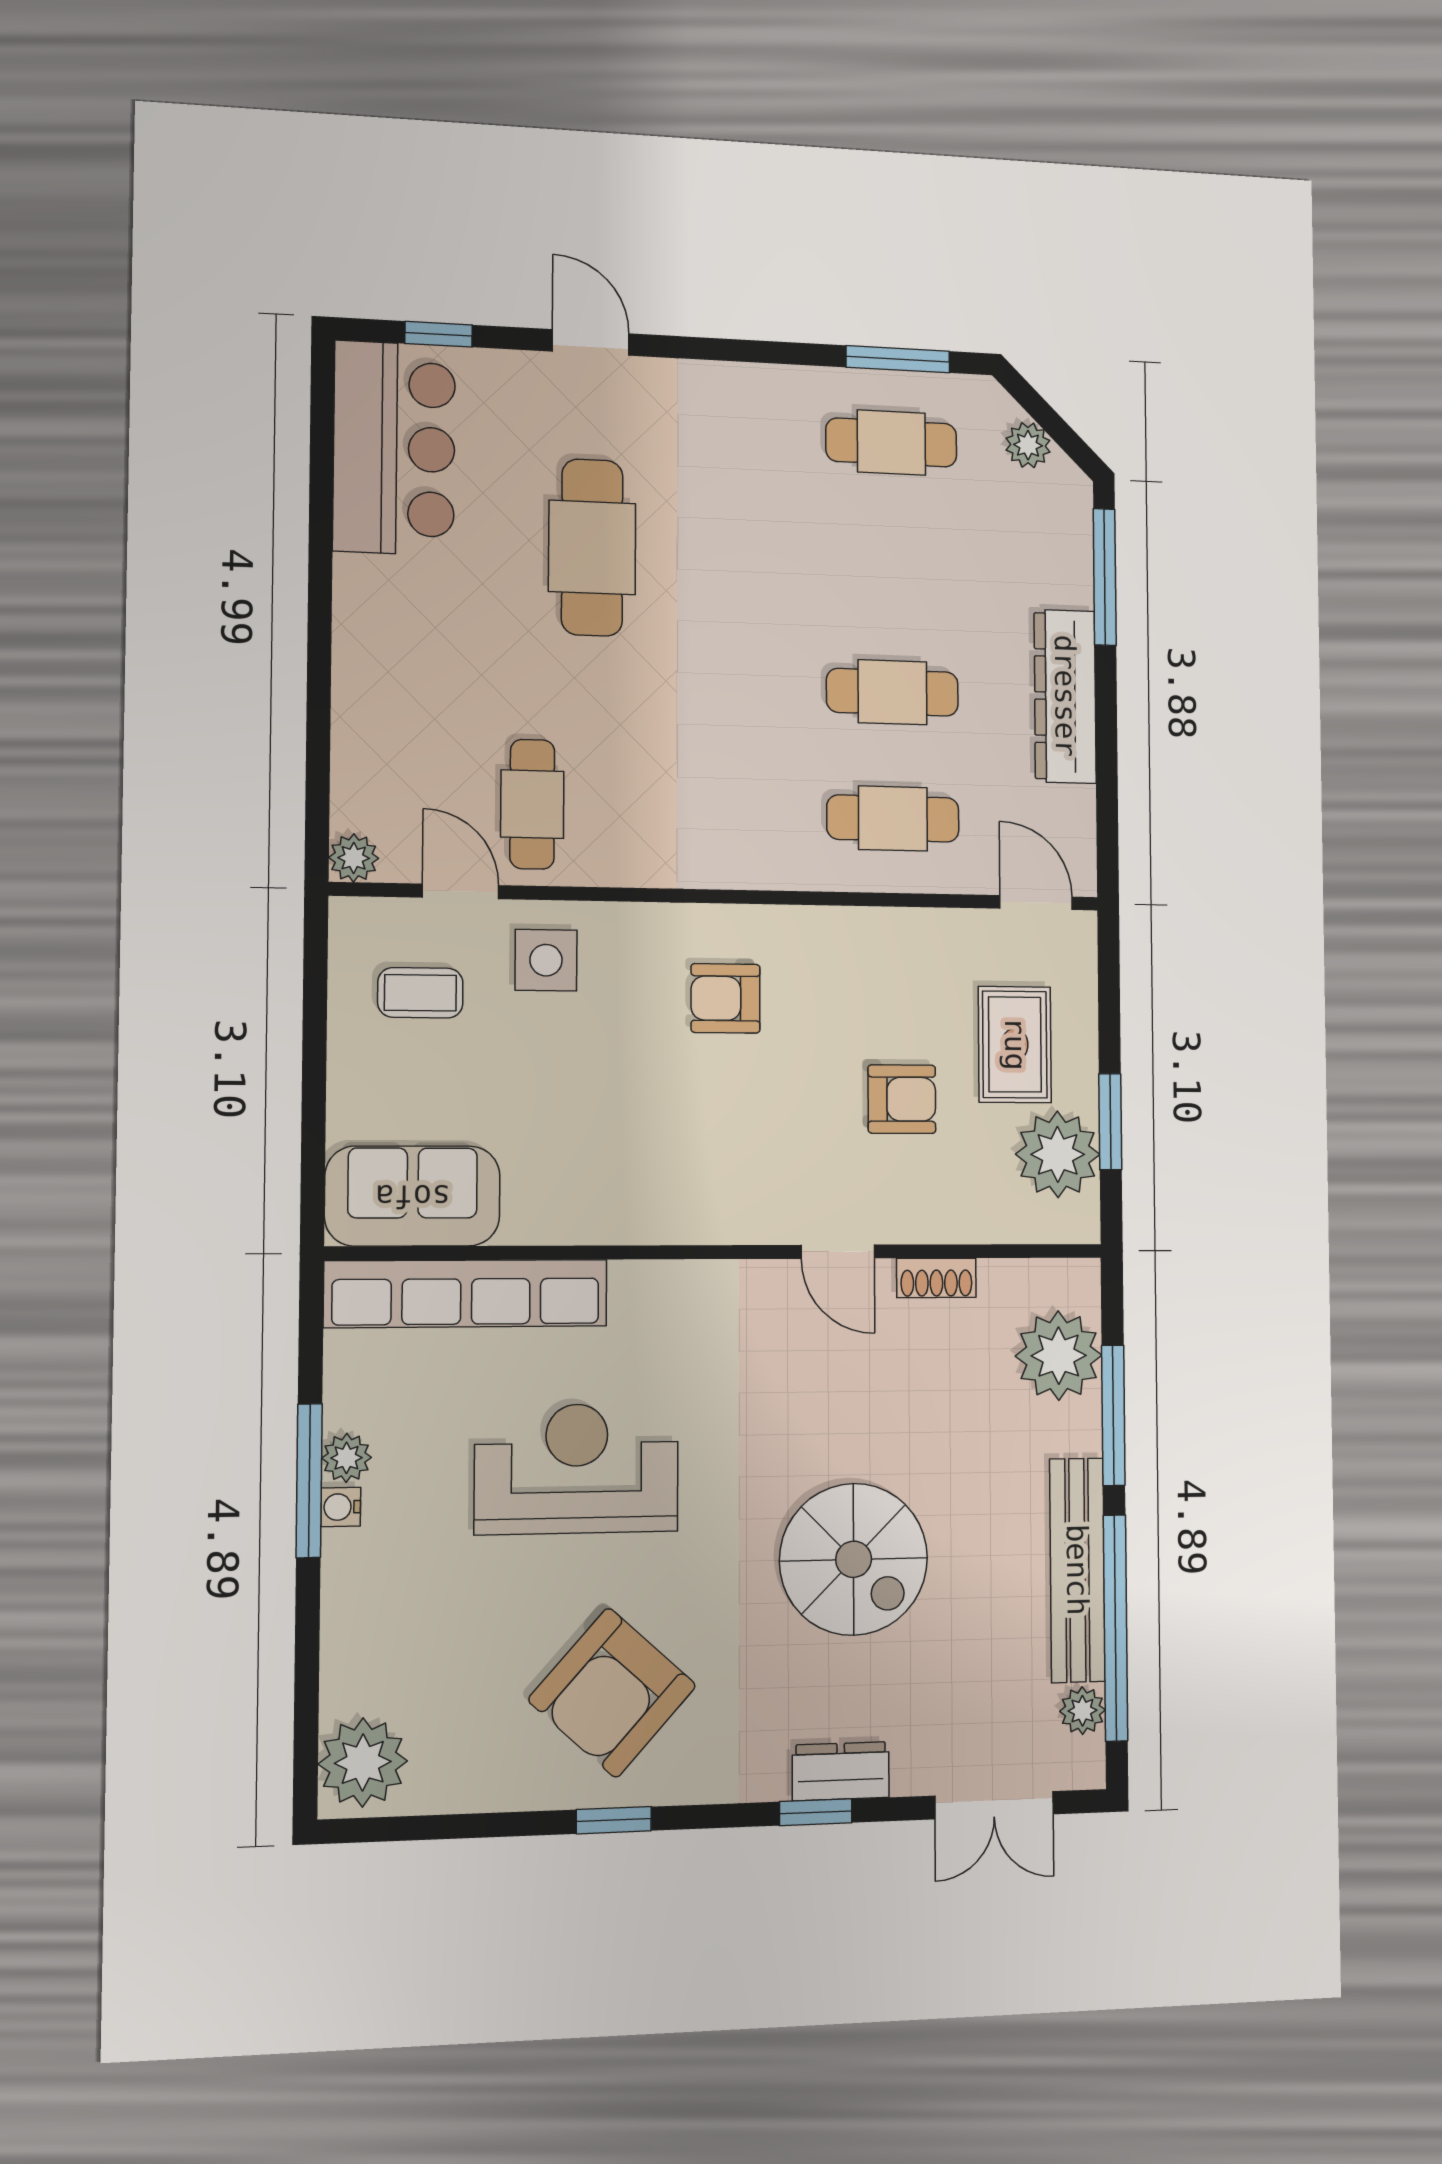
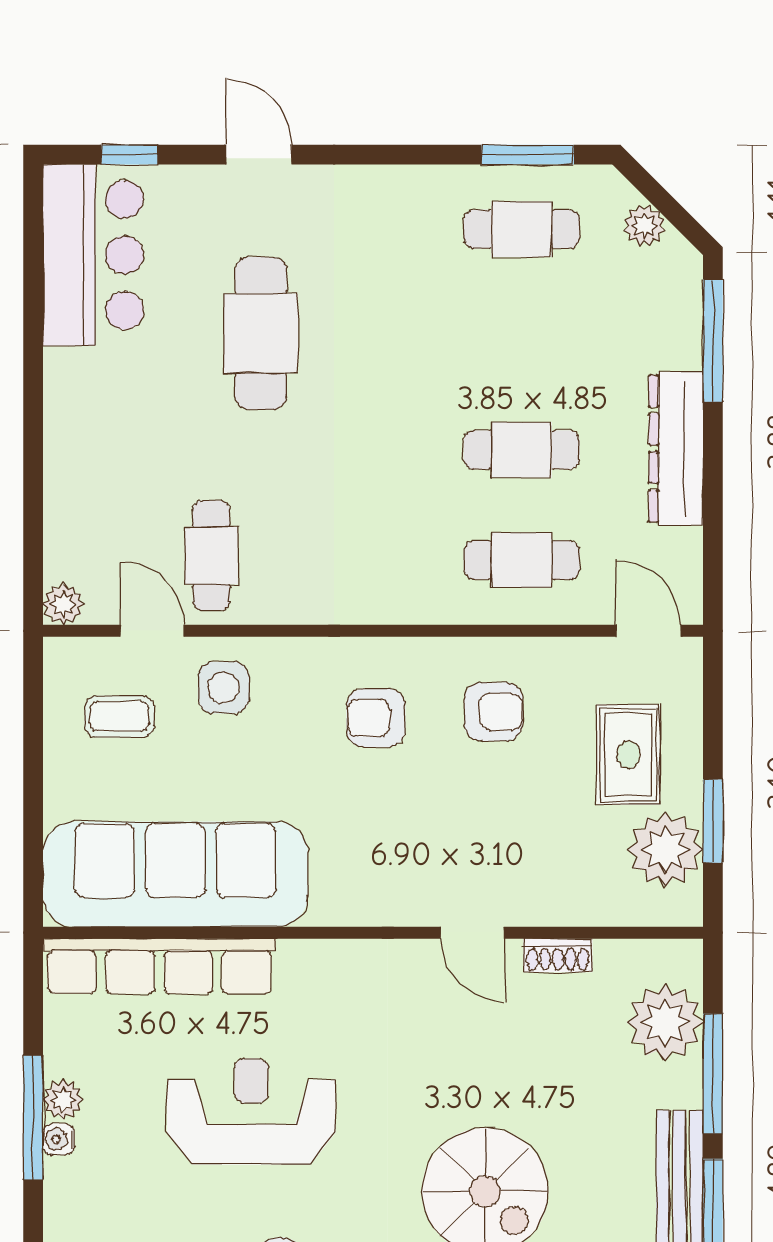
armchair: (902, 1099) -> (493, 712), moved
sofa: (413, 1196) -> (175, 874), width x1.85, depth x1.27

